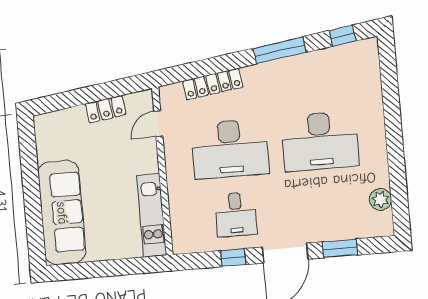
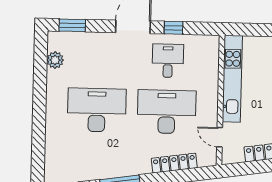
door: (158, 124) -> (220, 137), swing flipped
kitchen unit: (152, 215) -> (232, 79), width x1.36
window: (340, 248) -> (72, 25), moved

